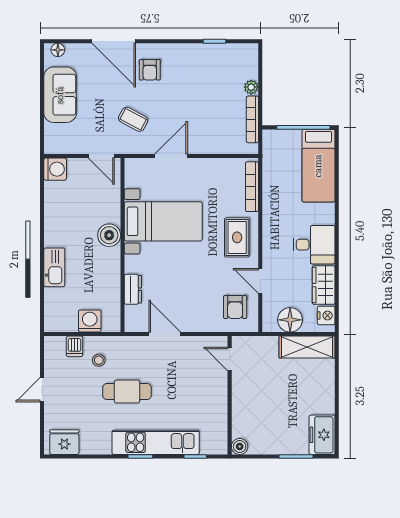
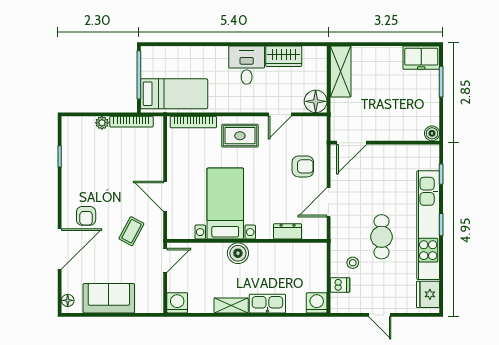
armchair: (150, 70) -> (86, 216), turned 90
bed: (318, 166) -> (174, 94), moved
shelving: (52, 228) -> (231, 305), added
armchair: (235, 307) -> (303, 166), moved
nightstand: (326, 315) -> (312, 54), removed
floor lamp: (290, 320) -> (316, 101), moved
washing machine: (90, 321) -> (317, 303), moved, turned 90
door: (230, 359) -> (352, 143), width x1.38
kitchen unit: (156, 442) -> (428, 225), width x1.36

